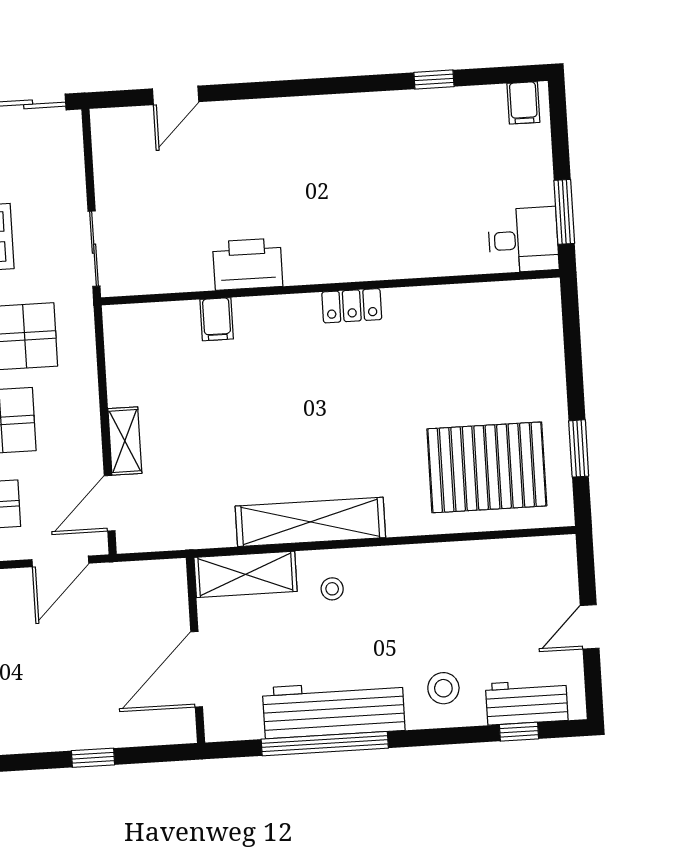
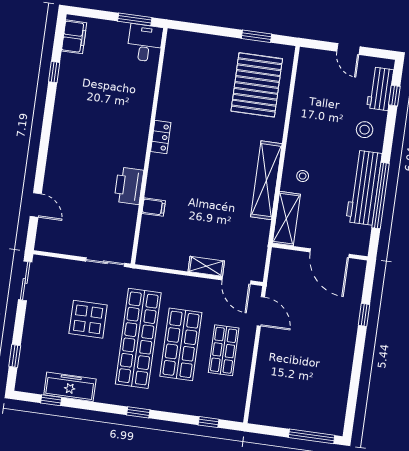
filing cabinet: (523, 103) -> (74, 37), width x2.00

